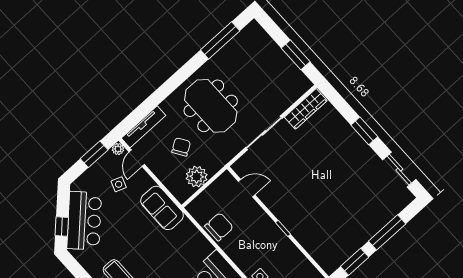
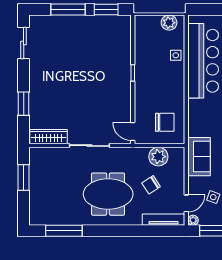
meeting table: (211, 106) -> (108, 194), turned 90
window: (364, 131) -> (24, 104), moved
door: (247, 188) -> (133, 131), moved
chair: (219, 227) -> (165, 122), moved, turned 180

